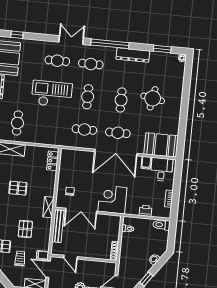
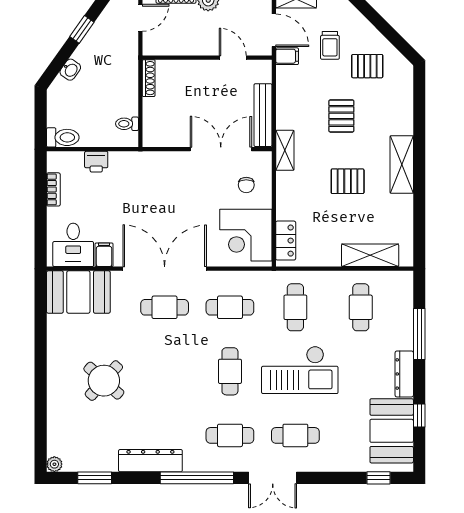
round table: (153, 98) -> (104, 381), turned 32
cafe table: (121, 100) -> (295, 307), moved
corner desk: (112, 200) -> (246, 235), moved, turned 90
pallet: (25, 229) -> (341, 116), moved

